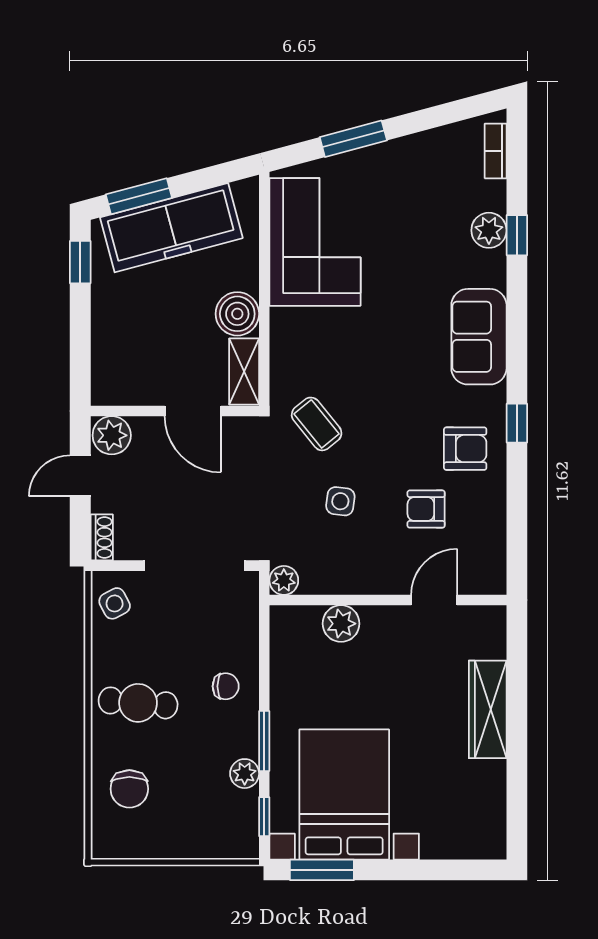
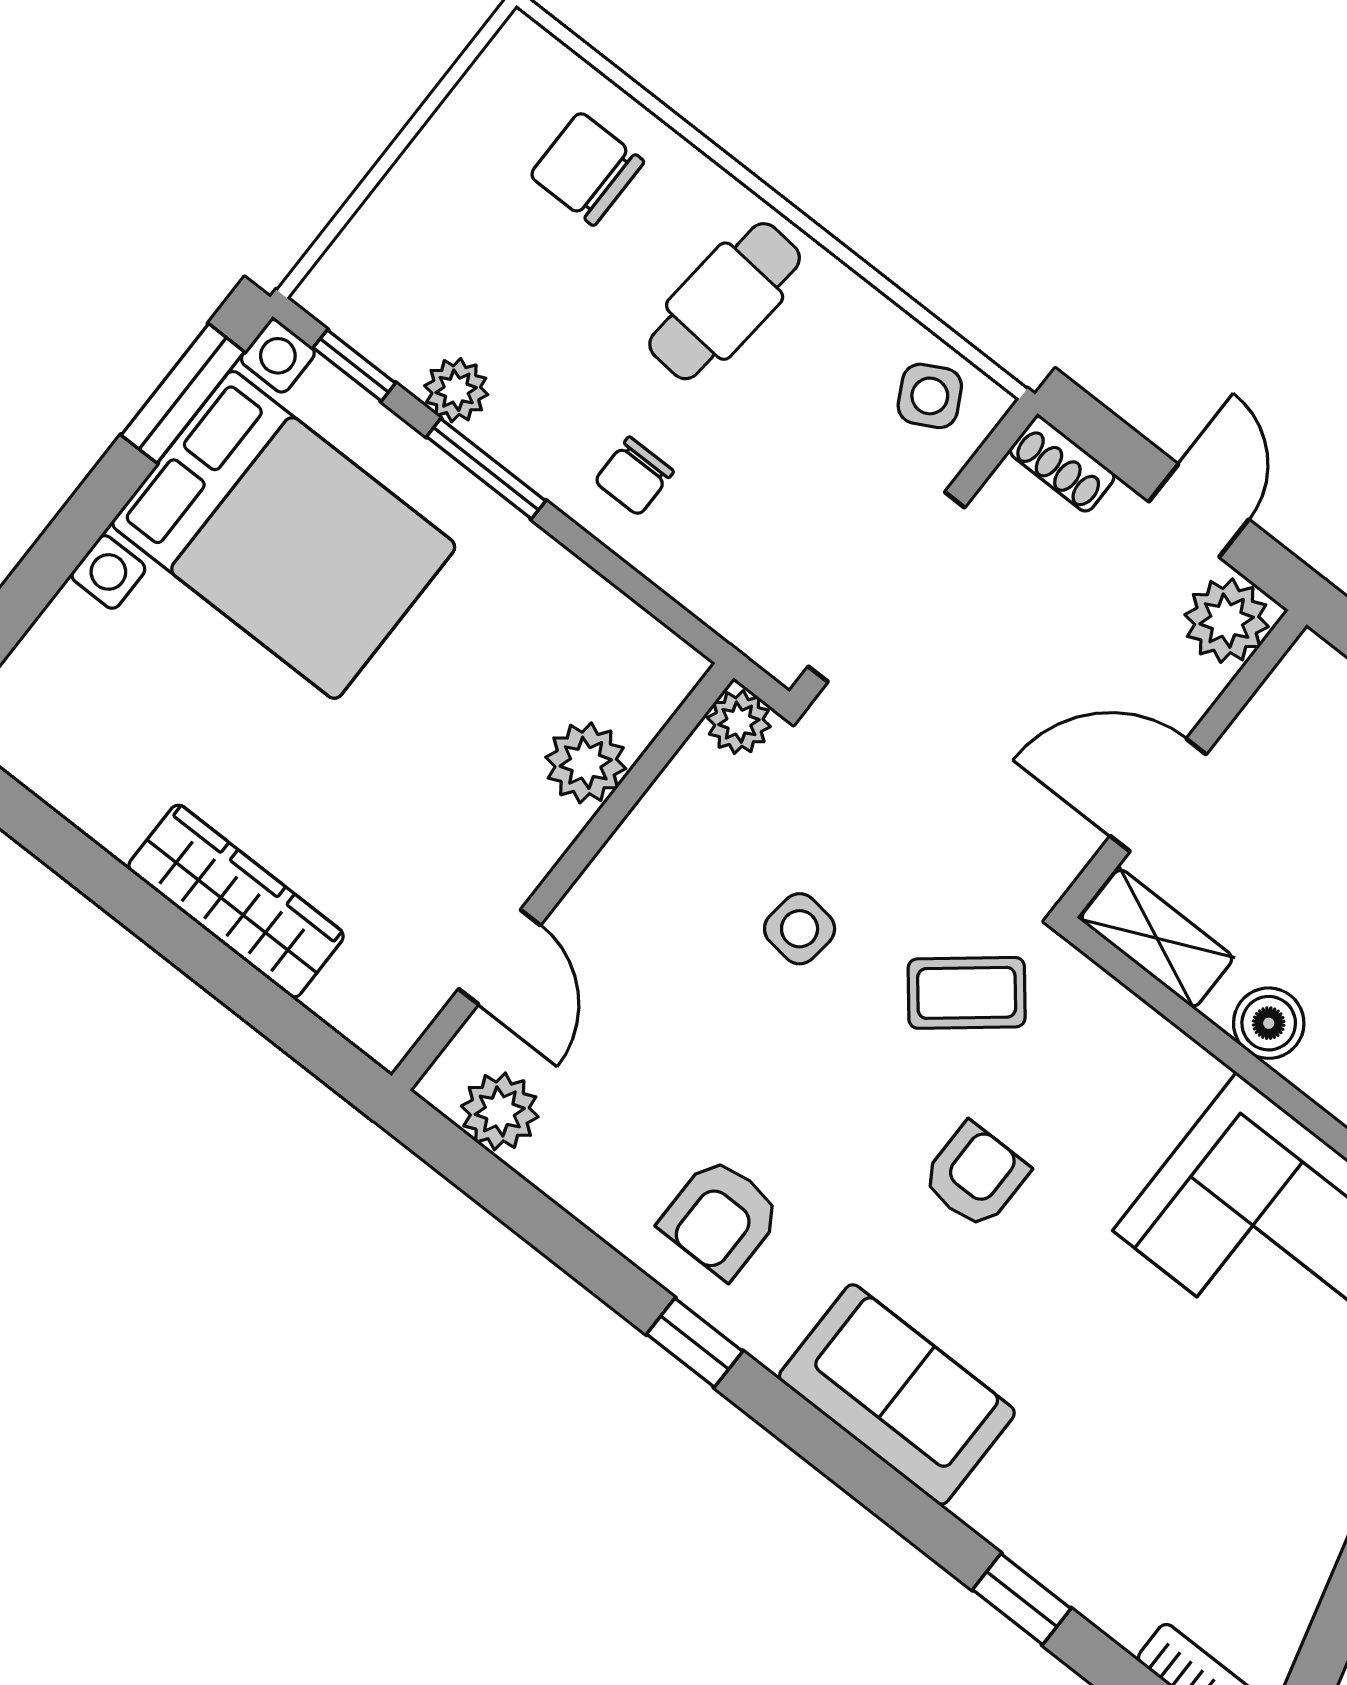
plant: (489, 230) -> (500, 1111), moved
boiler: (237, 314) -> (1269, 1023), width x0.73, depth x0.73
armchair: (426, 509) -> (975, 1176), moved

